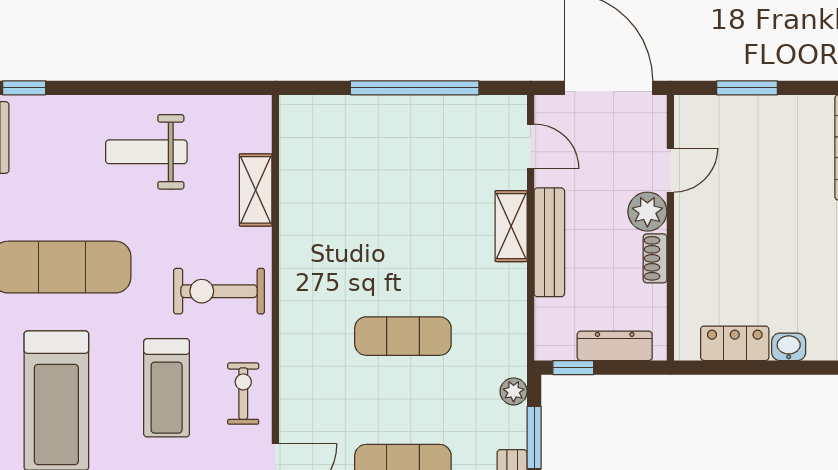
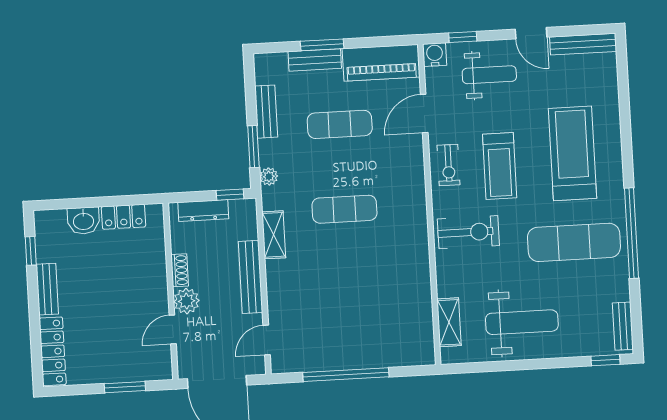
door: (531, 146) -> (267, 340), hinge flipped
weight bench: (146, 152) -> (522, 322), width x1.36, depth x1.33
shelving: (256, 190) -> (449, 322), moved
shelving: (511, 226) -> (274, 235), moved
washbasin: (789, 347) -> (83, 221), width x1.38, depth x1.45
treadmill: (167, 388) -> (500, 166), turned 180

